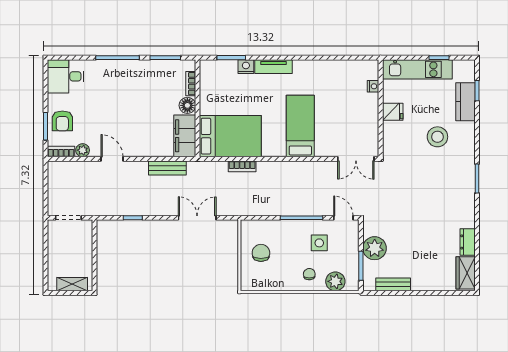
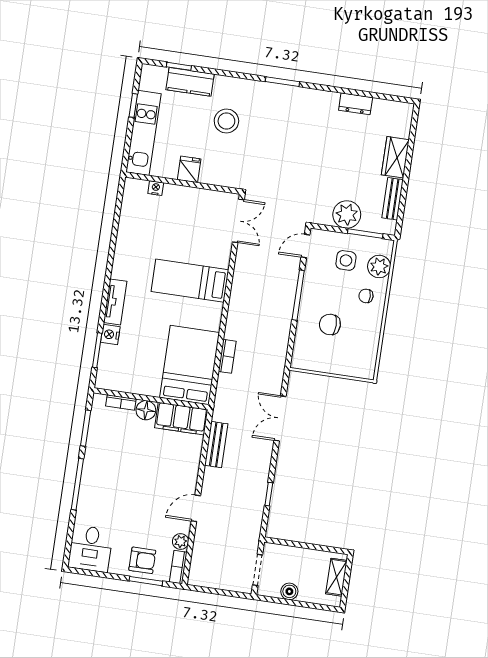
side table: (319, 243) -> (346, 260), moved
boiler: (54, 247) -> (289, 591), added
chair: (261, 253) -> (330, 324), moved
wardrobe: (466, 273) -> (395, 157), moved, turned 90

